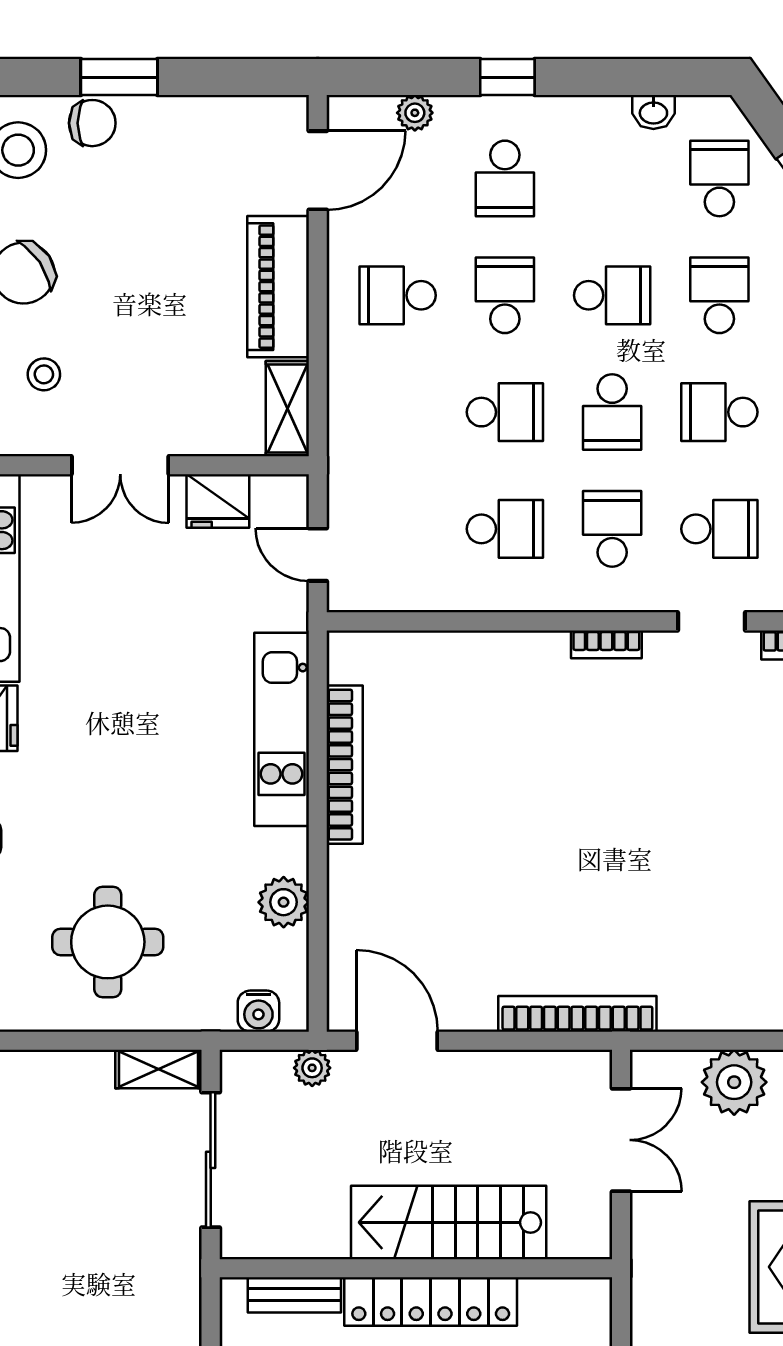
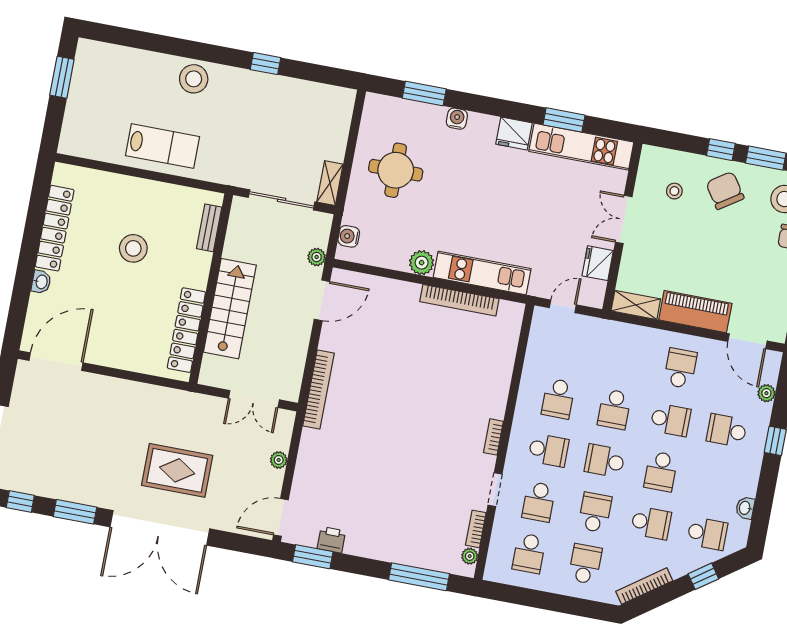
plant: (284, 902) -> (422, 263), moved
plant: (734, 1082) -> (279, 460), width x0.53, depth x0.53
locker: (431, 1302) -> (186, 330), moved

